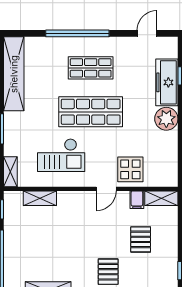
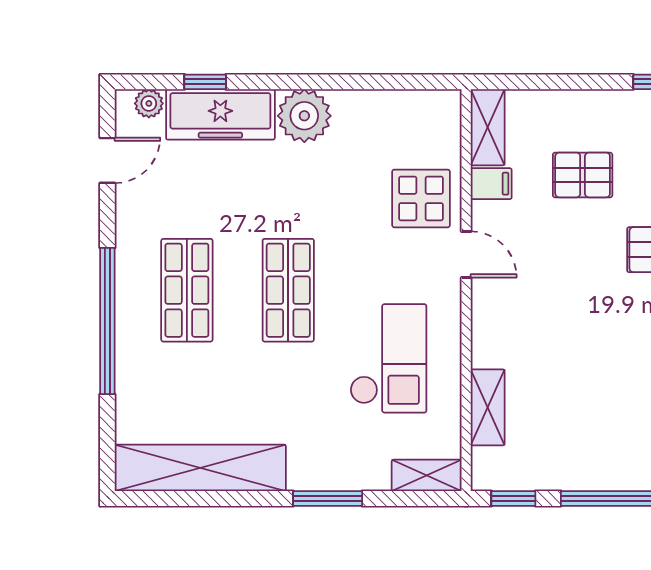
door: (147, 33) -> (107, 160), swing flipped
plant: (172, 51) -> (149, 103), added
shop shelf: (91, 112) -> (288, 290), width x0.70, depth x0.74

